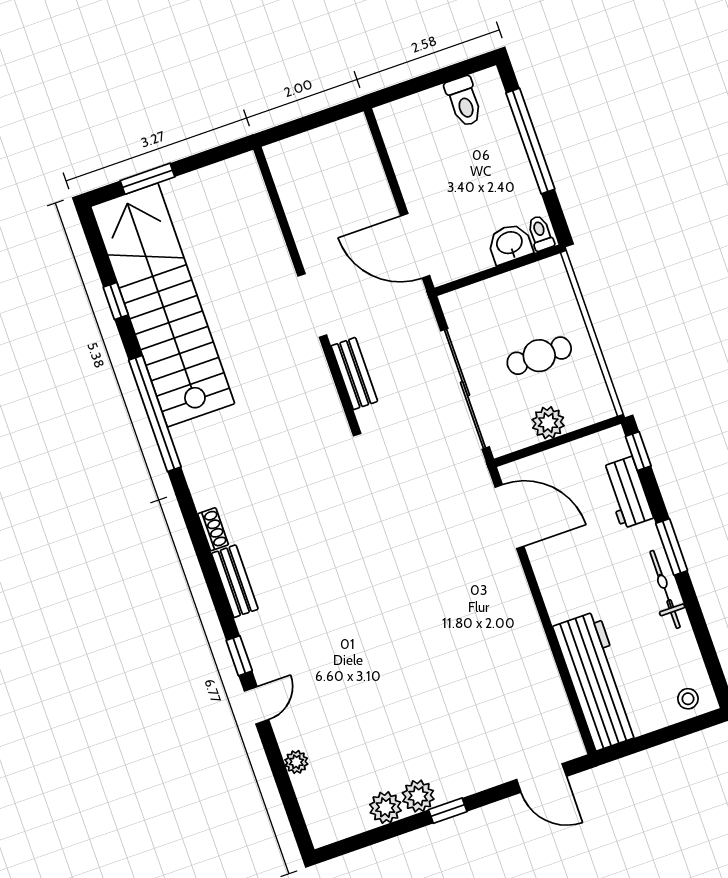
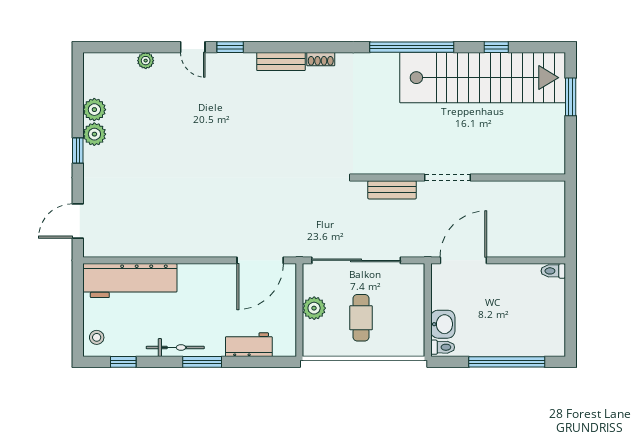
toilet: (464, 101) -> (553, 271), moved, width x0.73, depth x0.72
window: (638, 451) -> (123, 362), moved

